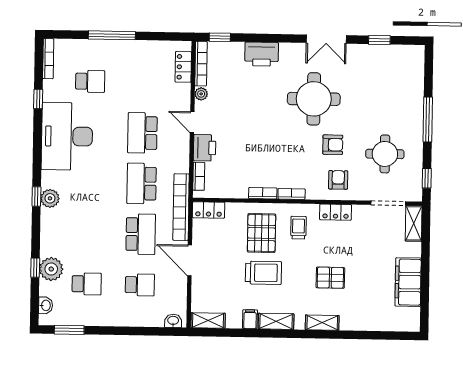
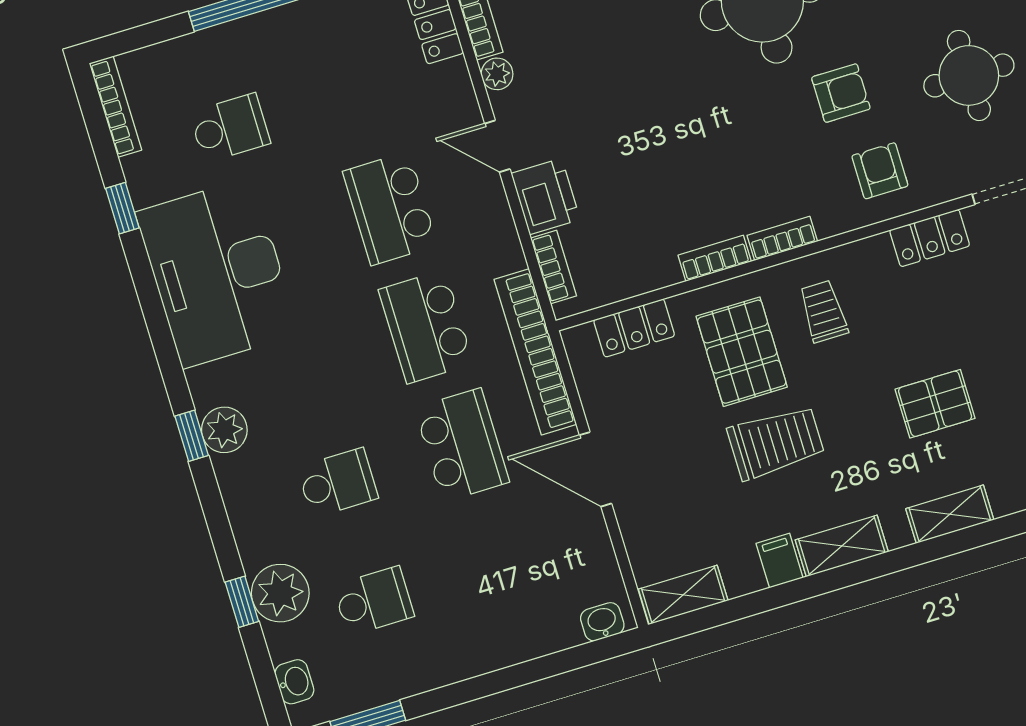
locker: (209, 210) -> (634, 328), moved
locker: (336, 212) -> (930, 238), moved
school desk: (140, 285) -> (338, 483), moved

